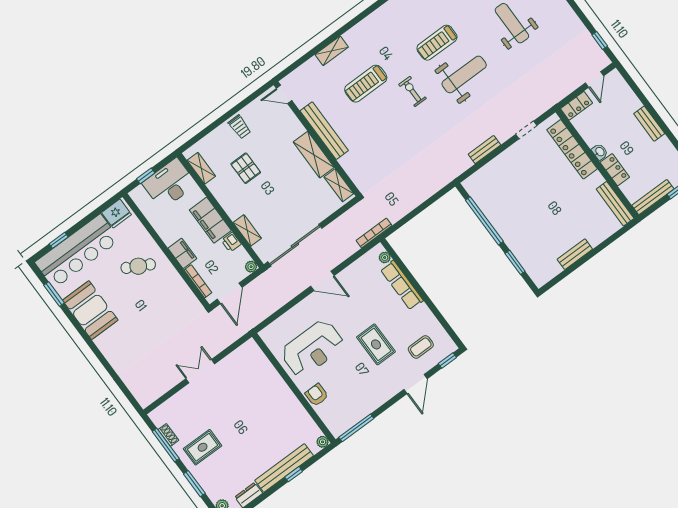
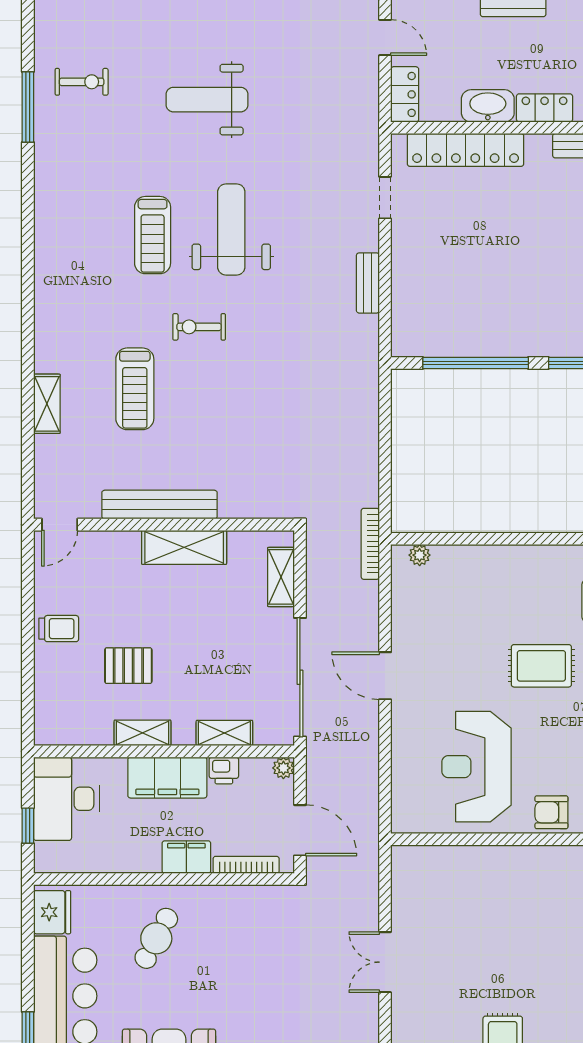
washbasin: (600, 152) -> (488, 106), width x1.91, depth x1.45
shelving: (201, 168) -> (143, 733), moved
shelving: (339, 185) -> (281, 577), moved, turned 90
door: (322, 281) -> (385, 676), swing flipped
row of seats: (402, 285) -> (481, 560), removed
reception desk: (312, 349) -> (476, 767), turned 180

